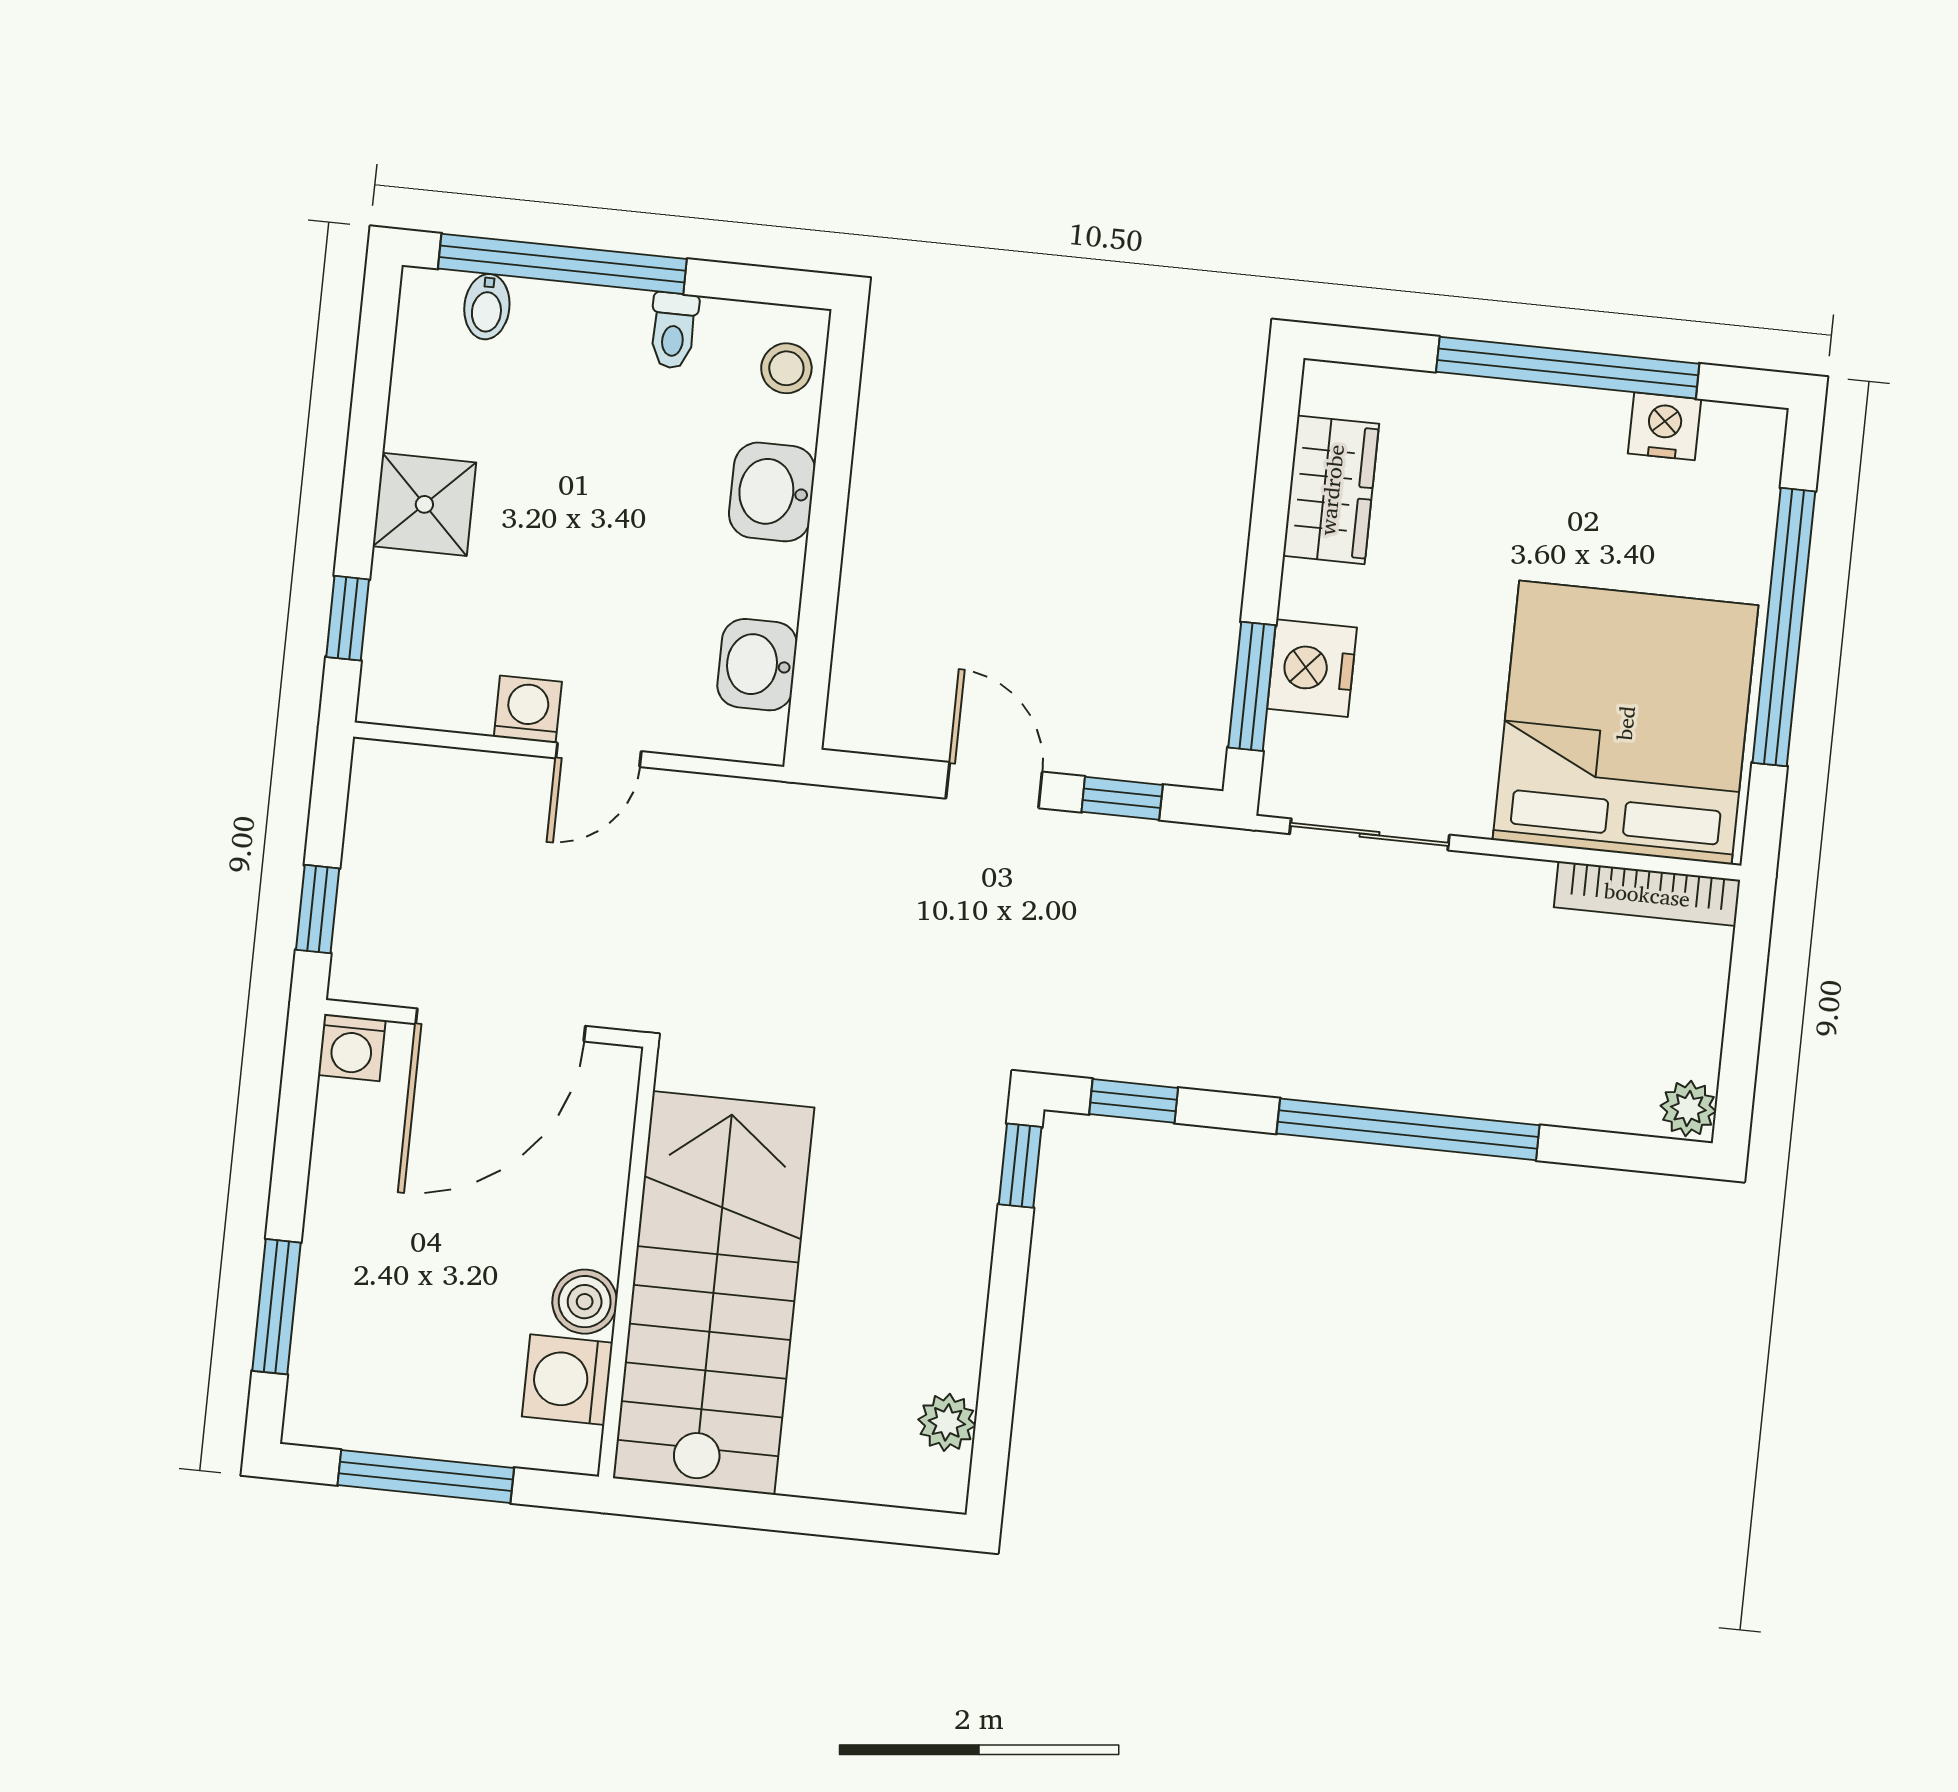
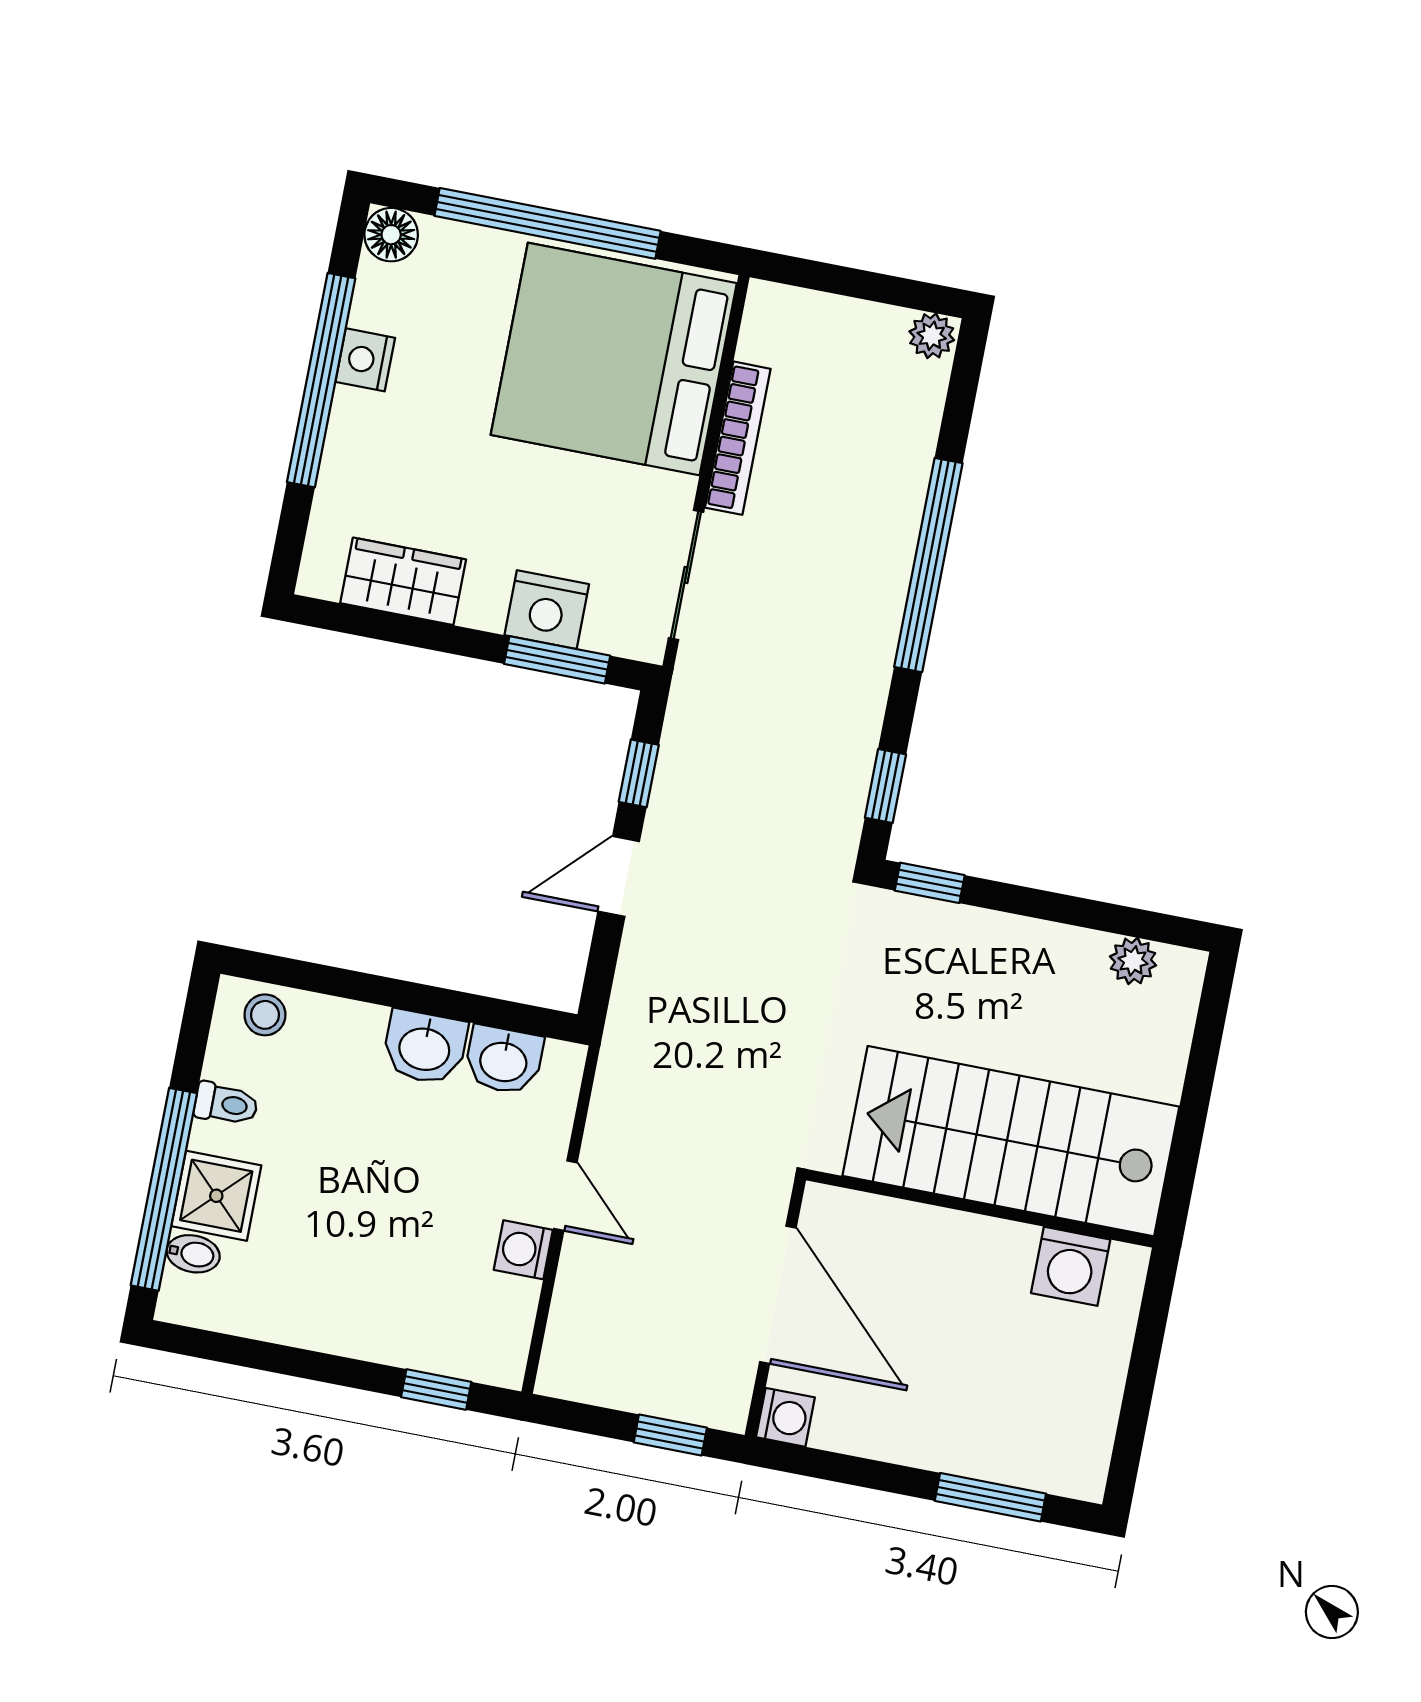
nightstand: (1665, 426) -> (365, 360), moved
floor lamp: (1753, 437) -> (391, 235), added
washbasin: (772, 492) -> (425, 1047), moved
shower: (424, 504) -> (216, 1196), moved
bookcase: (1647, 894) -> (738, 438), moved
boiler: (585, 1302) -> (1009, 1247), removed
window: (426, 1476) -> (1139, 1388), removed

